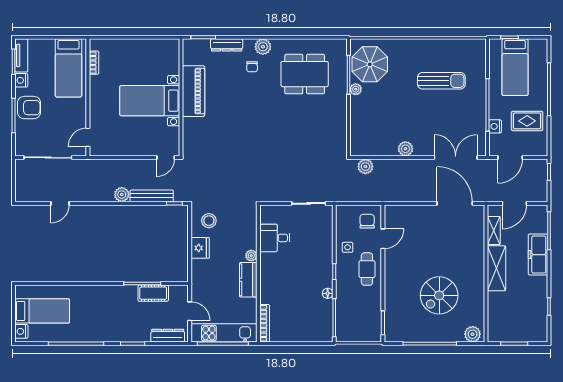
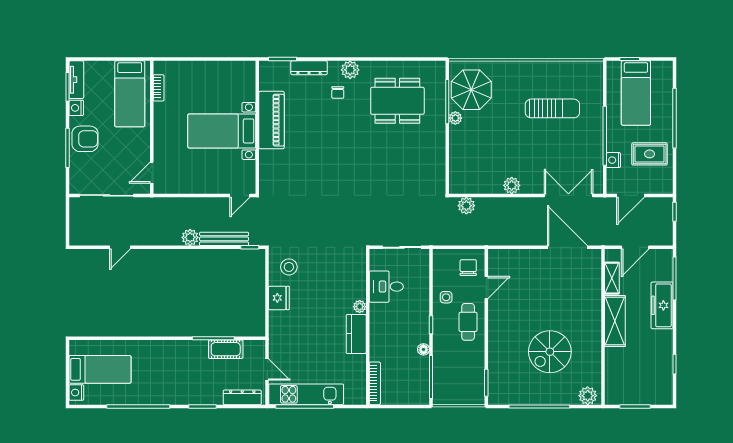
desk: (275, 238) -> (386, 287), moved
plant: (251, 256) -> (360, 307), moved
wall: (258, 274) -> (368, 327), moved
kitchen counter: (248, 280) -> (356, 334), moved
bookcase: (265, 323) -> (375, 383), moved

